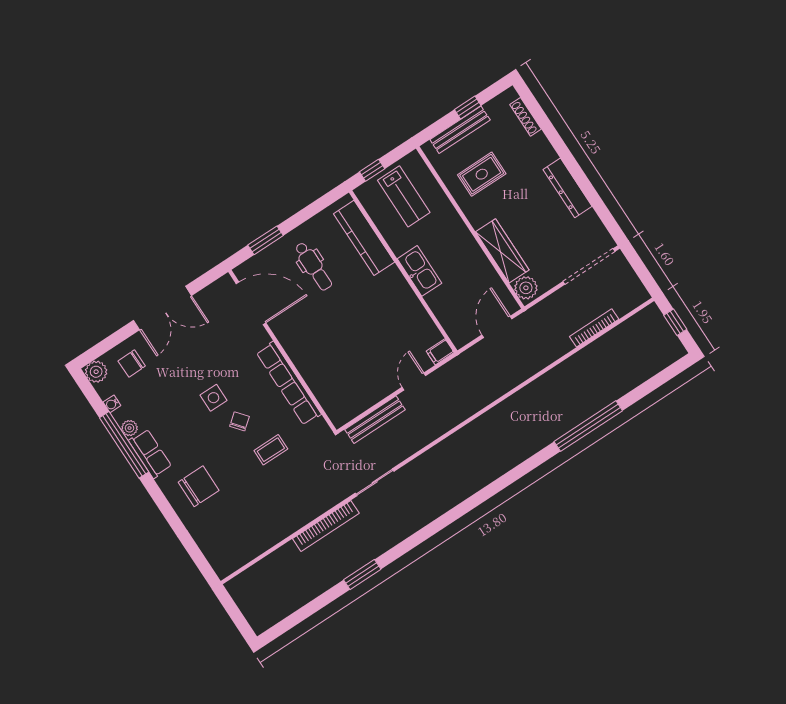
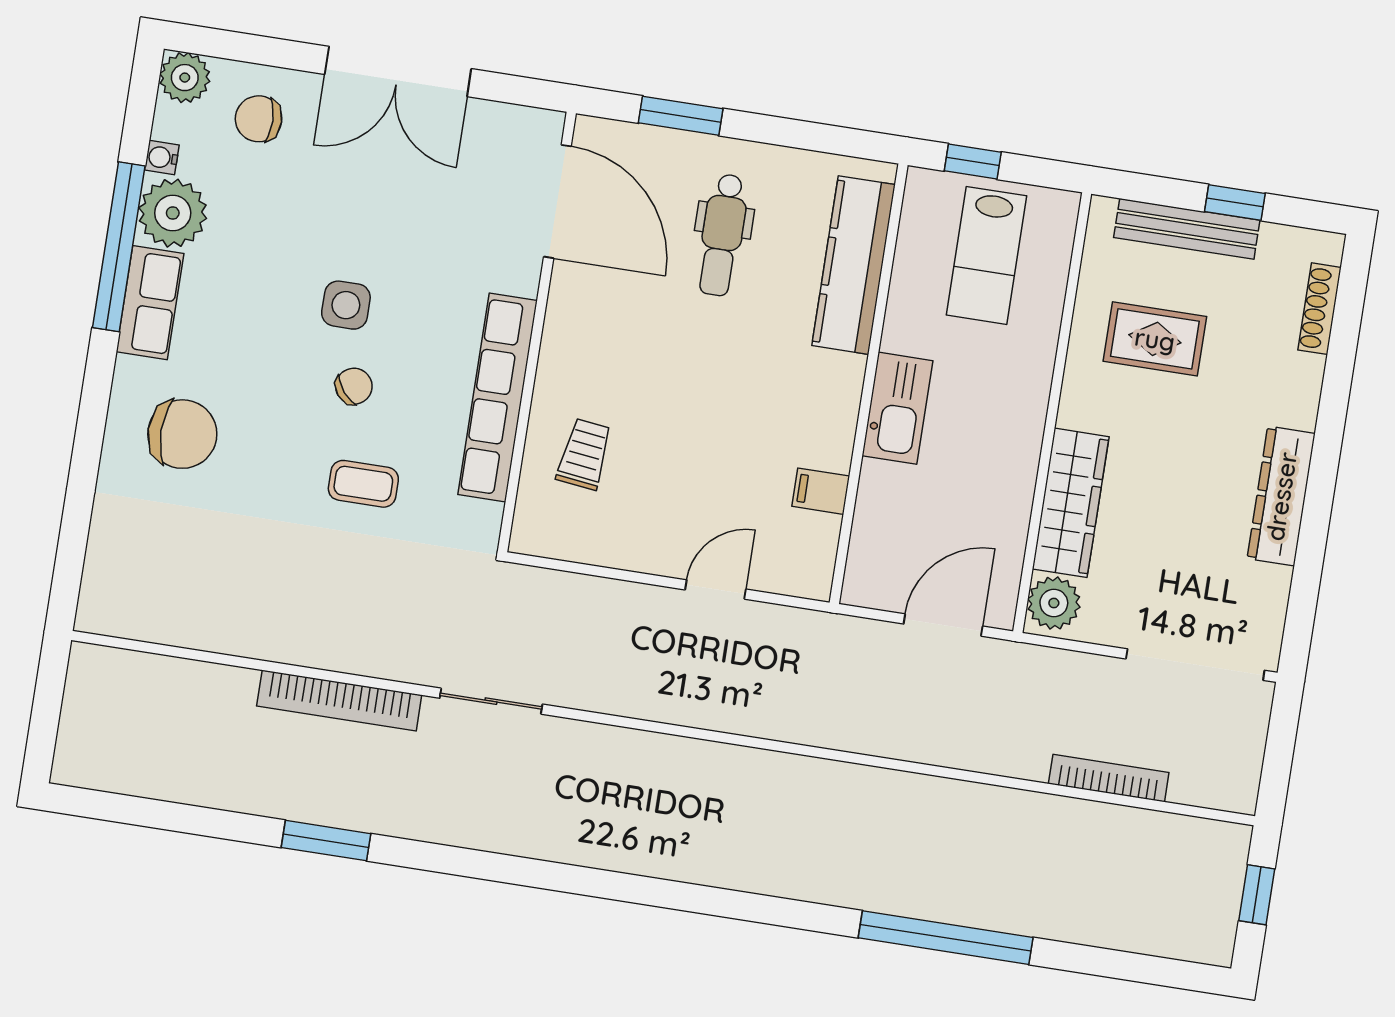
filing cabinet: (440, 352) -> (821, 491), moved
trolley: (333, 376) -> (584, 454), added
bench: (375, 420) -> (589, 594), removed
plant: (130, 428) -> (173, 213), width x1.88, depth x1.88

